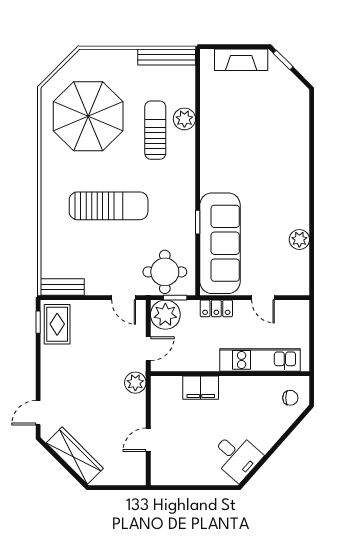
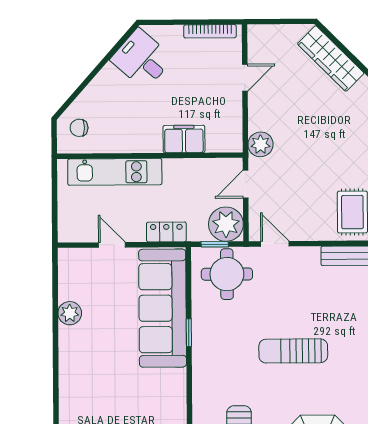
sun lounger: (109, 206) -> (293, 351), width x0.73, depth x0.75
bookcase: (178, 480) -> (210, 31), added

